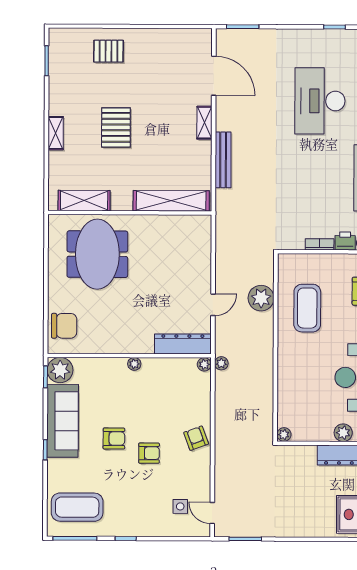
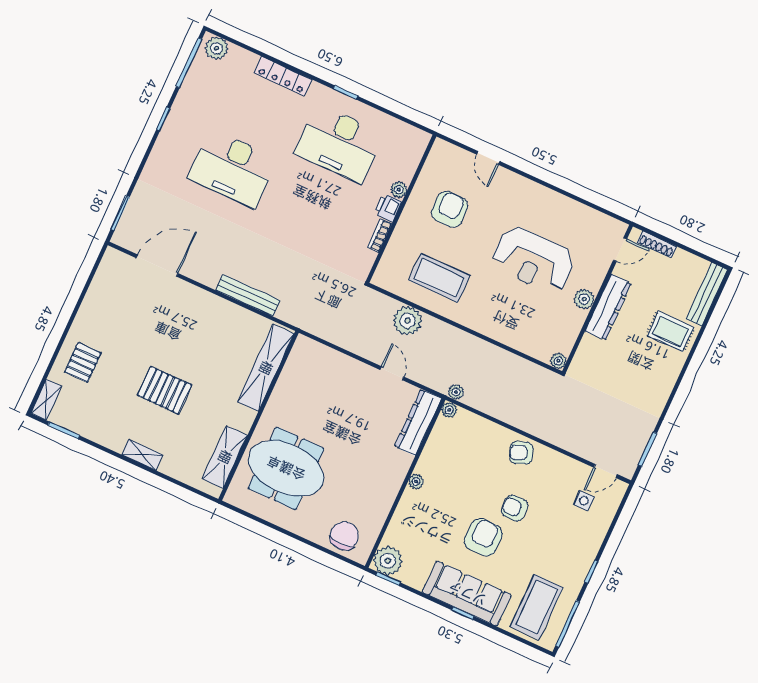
shelving: (204, 123) -> (46, 400), moved, turned 90
sofa: (63, 421) -> (467, 593), moved
armchair: (114, 439) -> (483, 537), width x1.38, depth x1.38
armchair: (149, 453) -> (515, 508), turned -90

